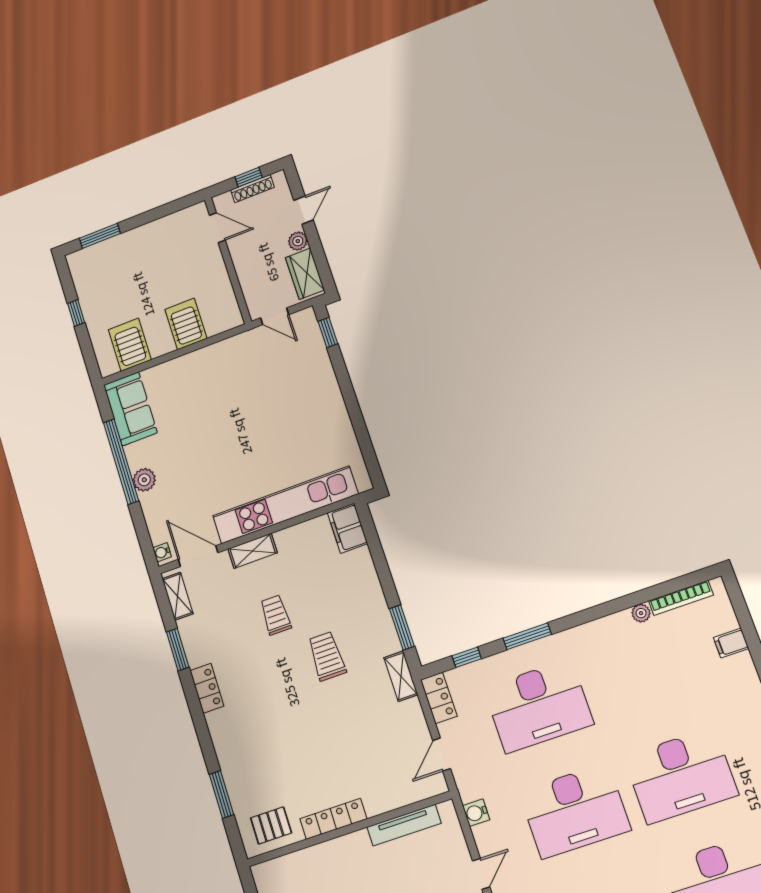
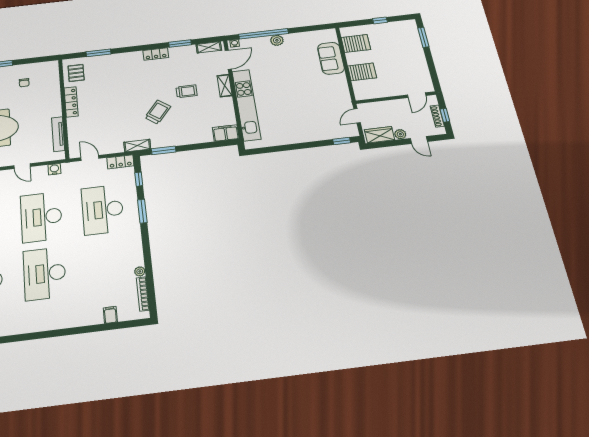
sofa: (130, 409) -> (331, 58), moved, turned 90
window: (121, 462) -> (264, 34), moved
trolley: (327, 656) -> (158, 112), turned -52

